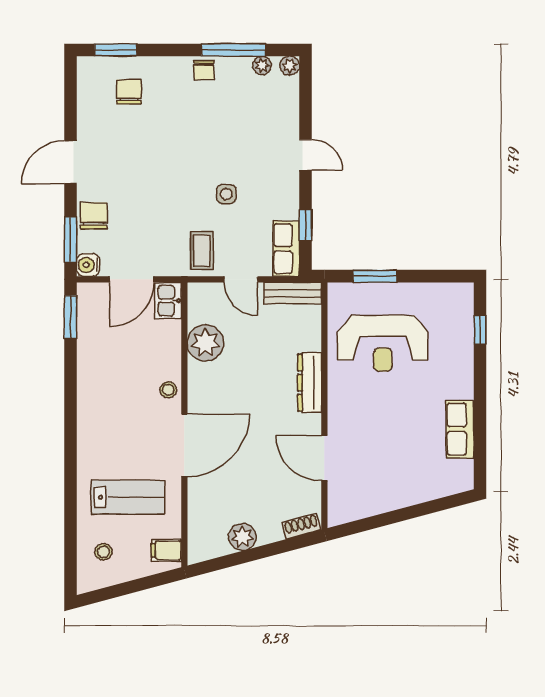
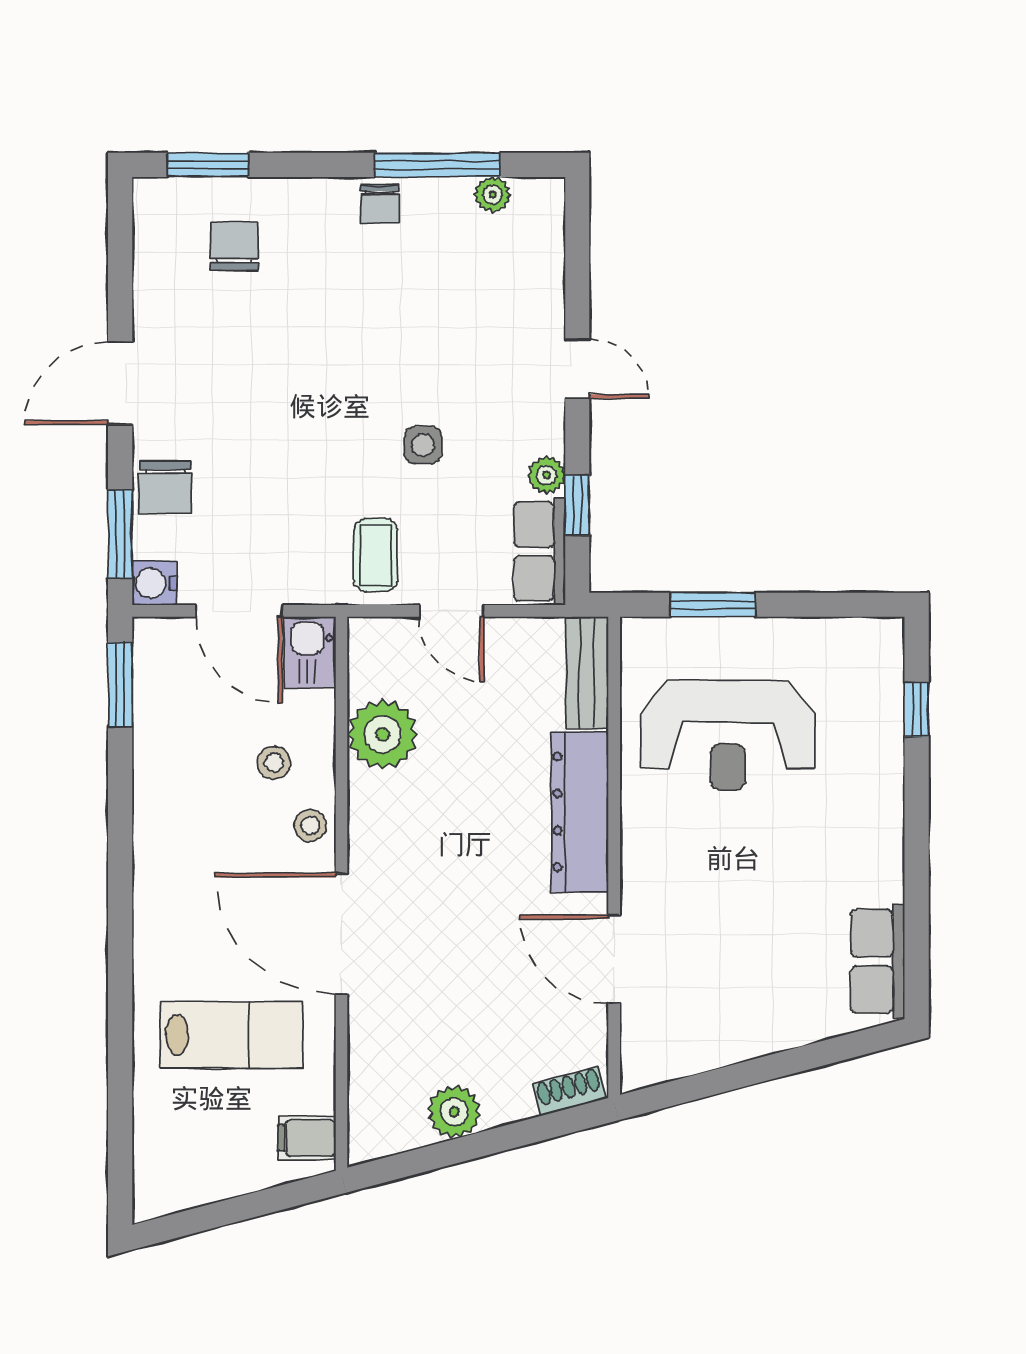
plant: (290, 66) -> (546, 475), moved
chair: (94, 216) -> (165, 487), turned 180
door: (132, 279) -> (239, 611), hinge flipped
bench: (293, 293) -> (587, 672), moved, turned 90
dresser: (310, 383) -> (580, 812), width x1.37, depth x1.24
row of seats: (460, 429) -> (878, 961), moved
door: (184, 445) -> (342, 934), swing flipped
stool: (103, 552) -> (274, 763), moved

